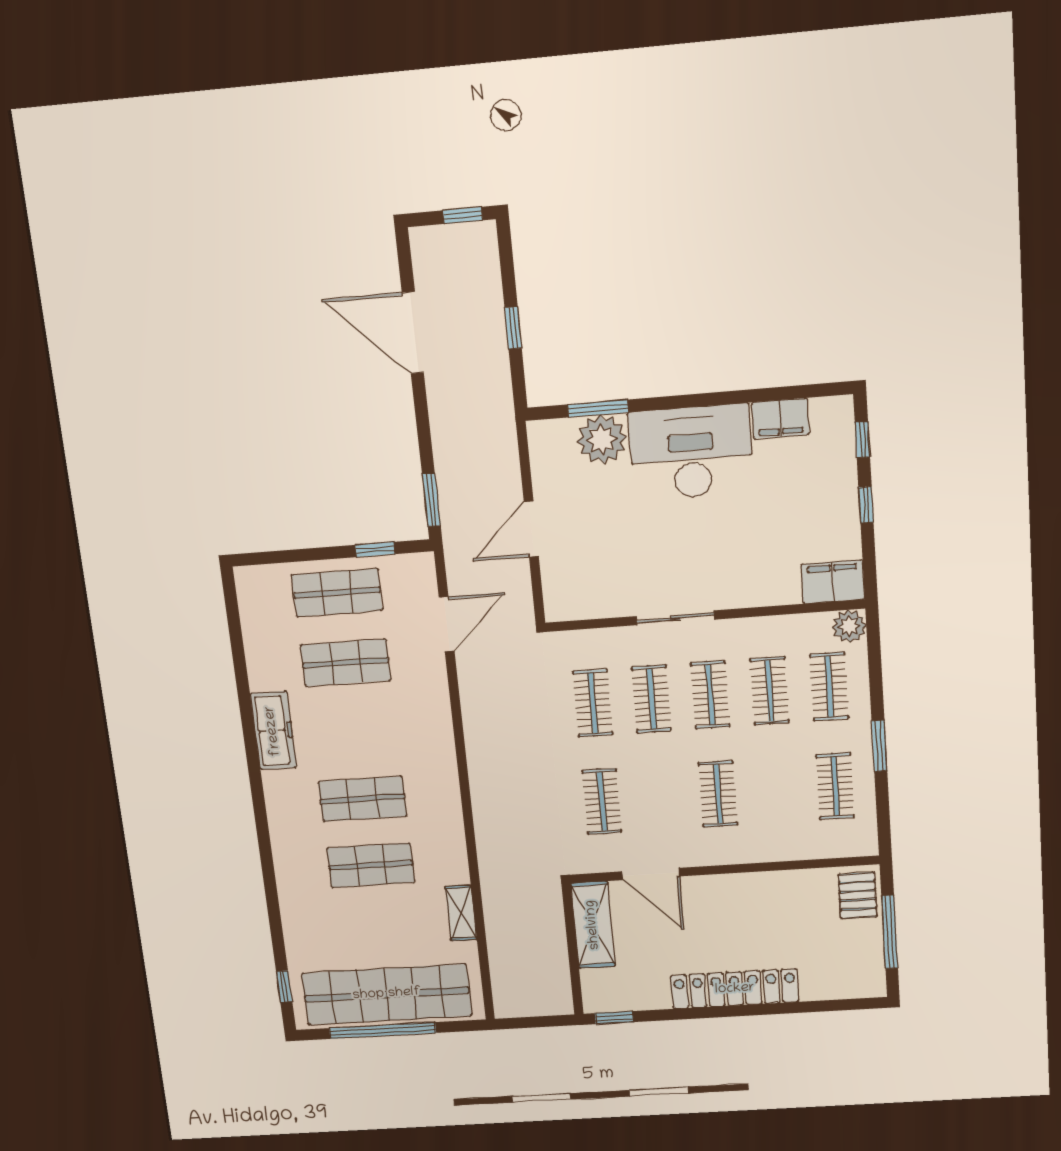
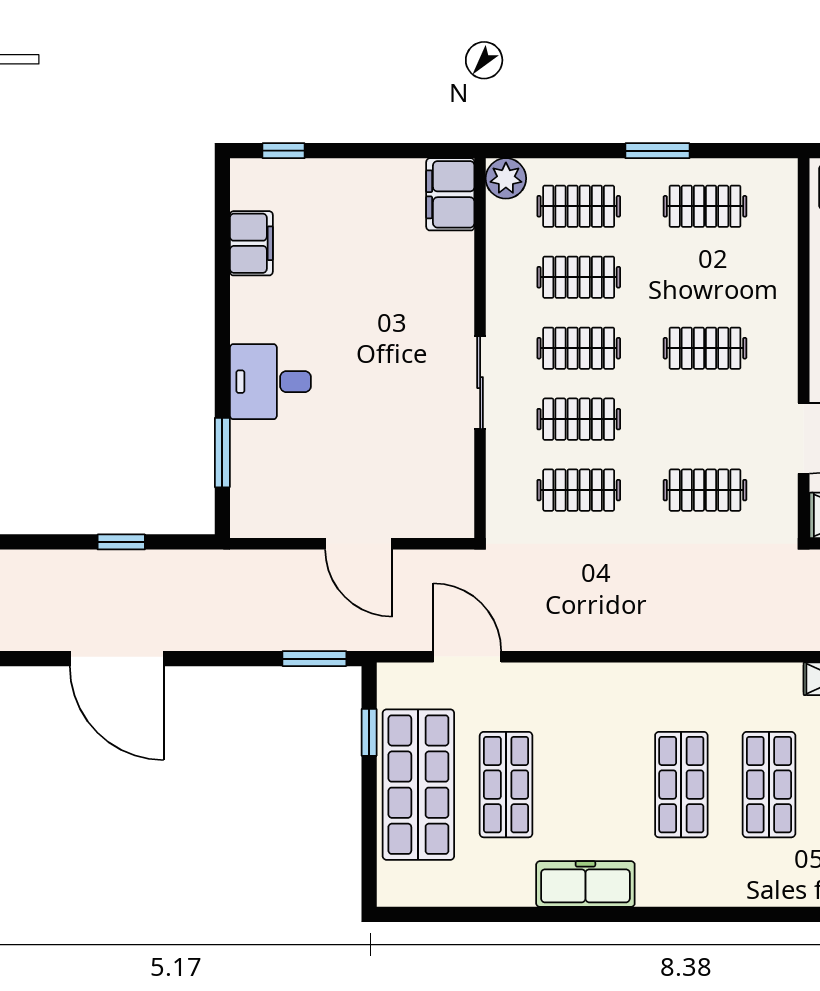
door: (413, 333) -> (117, 659), hinge flipped
plant: (602, 439) -> (259, 451), removed
desk: (691, 452) -> (270, 382), width x0.53, depth x0.77
window: (866, 505) -> (361, 151), removed
shop shelf: (337, 593) -> (418, 785), width x1.43, depth x1.36

